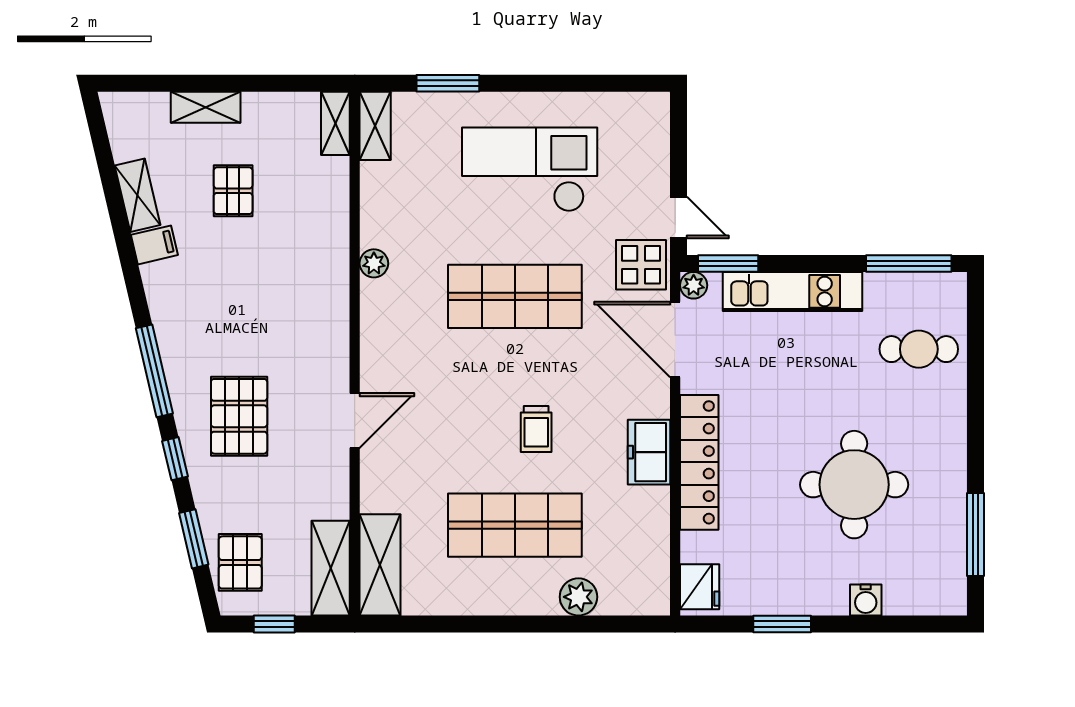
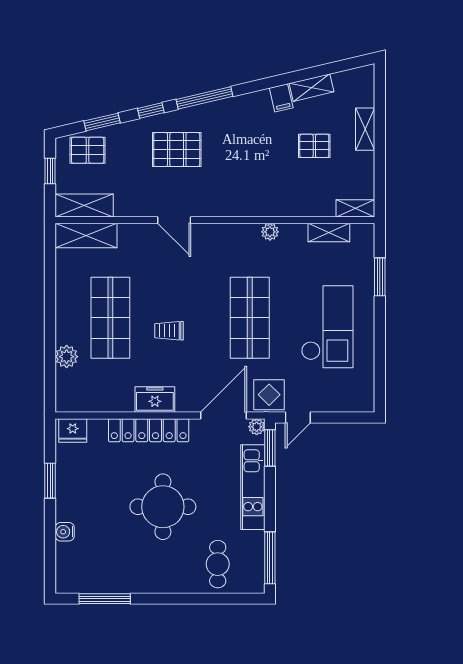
shelving: (375, 126) -> (329, 233), moved
round table: (854, 485) -> (163, 507), moved

